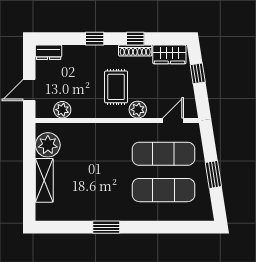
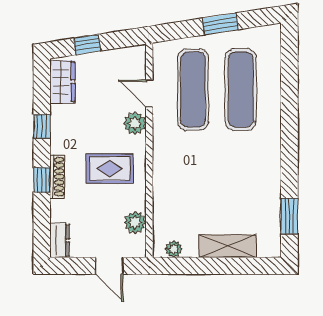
shoe rack: (135, 51) -> (57, 177), moved
rug: (116, 87) -> (109, 168), moved
door: (173, 120) -> (149, 93), moved
plant: (48, 145) -> (174, 249), width x0.53, depth x0.53
window: (106, 227) -> (289, 216), moved

